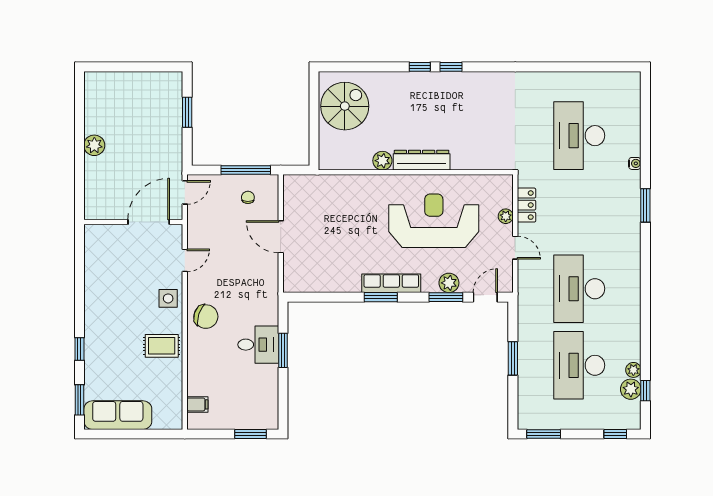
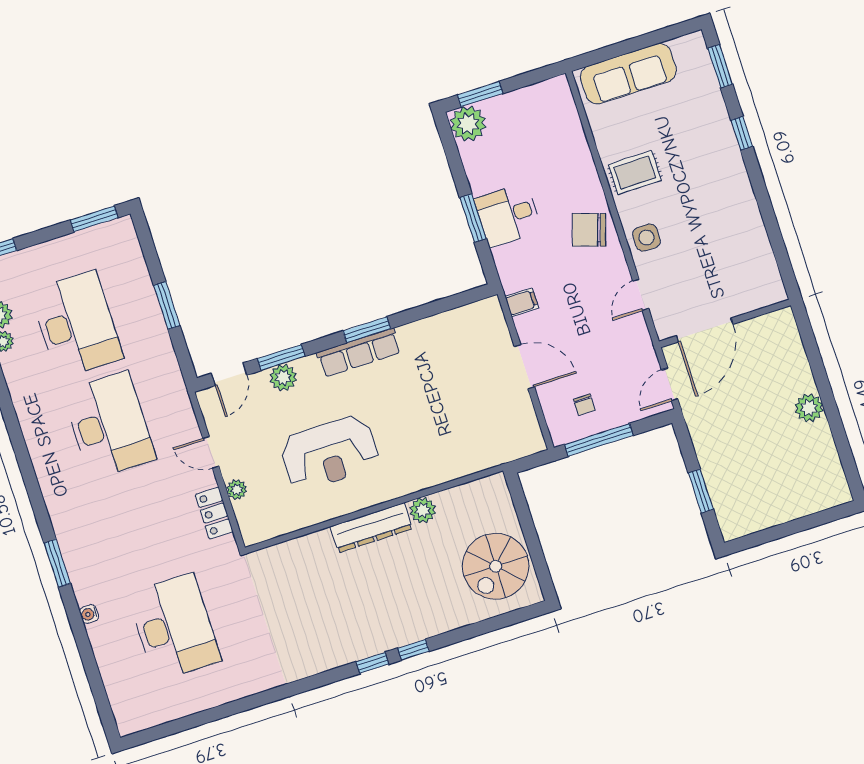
reception desk: (434, 221) -> (329, 453), width x0.74, depth x0.77
filing cabinet: (197, 404) -> (522, 302), moved, turned 180
sofa: (118, 415) -> (628, 74), moved
plant: (265, 416) -> (468, 124), added

